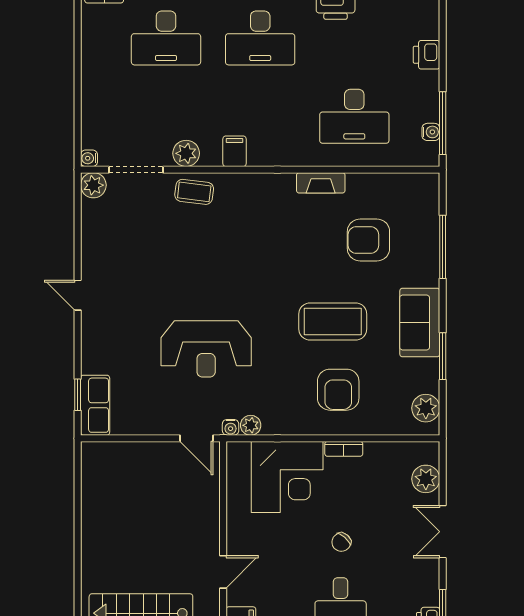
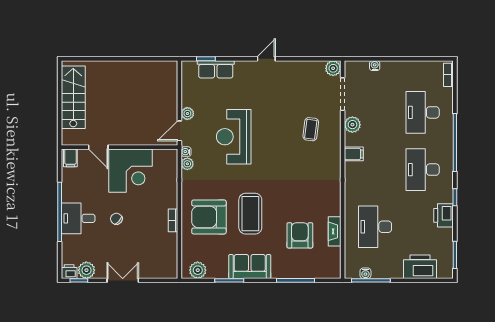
printer: (427, 55) -> (420, 267), width x1.87, depth x1.48
water cooler: (89, 158) -> (375, 66), moved
fireplace: (321, 183) -> (335, 231), moved
coffee table: (194, 192) -> (311, 129), moved
armchair: (338, 390) -> (209, 217), width x1.36, depth x1.36
row of seats: (95, 405) -> (216, 69), moved
plant: (168, 425) -> (187, 114), added
corner desk: (287, 477) -> (130, 171), moved, turned -90
plant: (426, 479) -> (86, 270), moved

